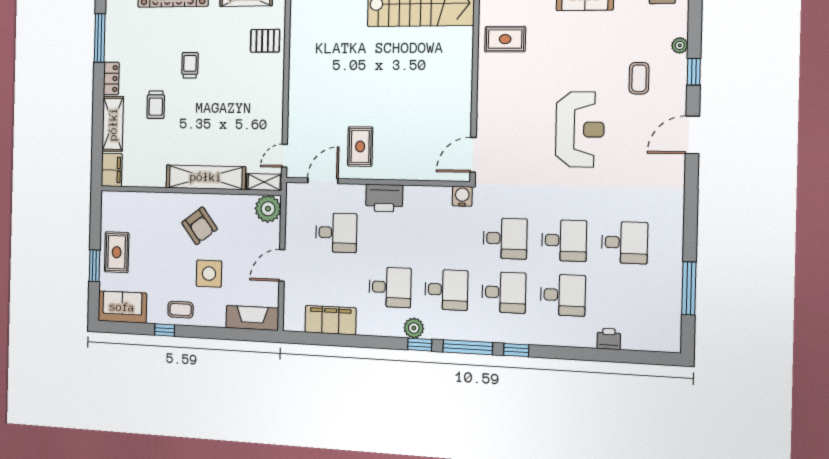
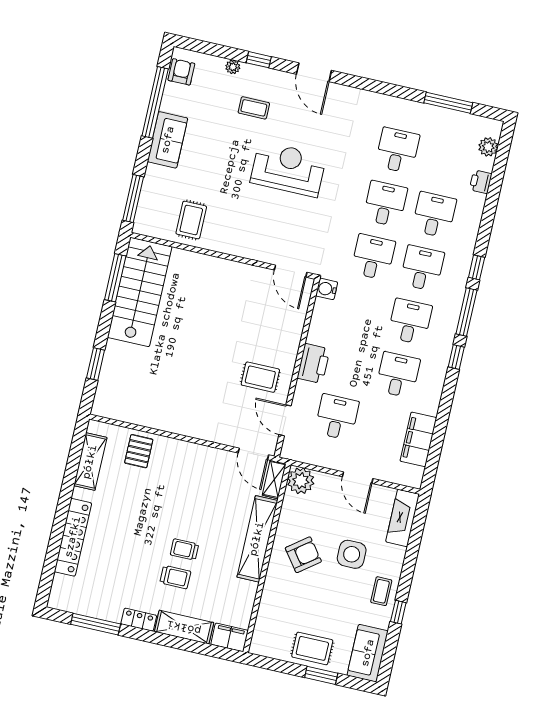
trolley: (190, 65) -> (184, 549), moved
door: (284, 156) -> (253, 454), width x1.38
plant: (414, 328) -> (488, 147), moved

